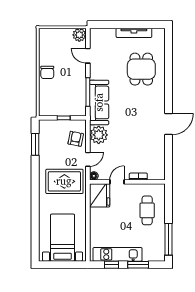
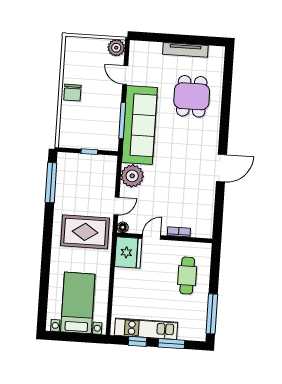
sofa: (99, 102) -> (139, 125), width x1.36, depth x1.27
armchair: (76, 139) -> (103, 179), removed
window: (35, 144) -> (51, 183), width x1.44

